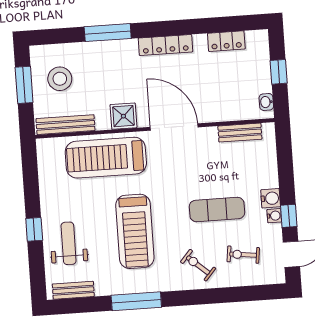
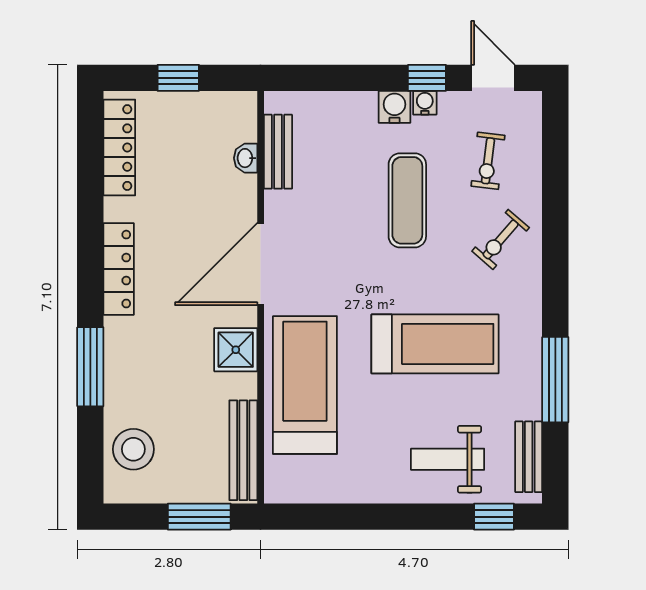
locker: (226, 41) -> (119, 148), width x1.53
stool: (60, 79) -> (133, 449), moved
window: (24, 85) -> (199, 517), moved
washbasin: (266, 102) -> (246, 158), moved, turned 90
treadmill: (106, 158) -> (305, 385), turned 180
window: (34, 229) -> (494, 517), moved
window: (136, 301) -> (555, 380), moved

